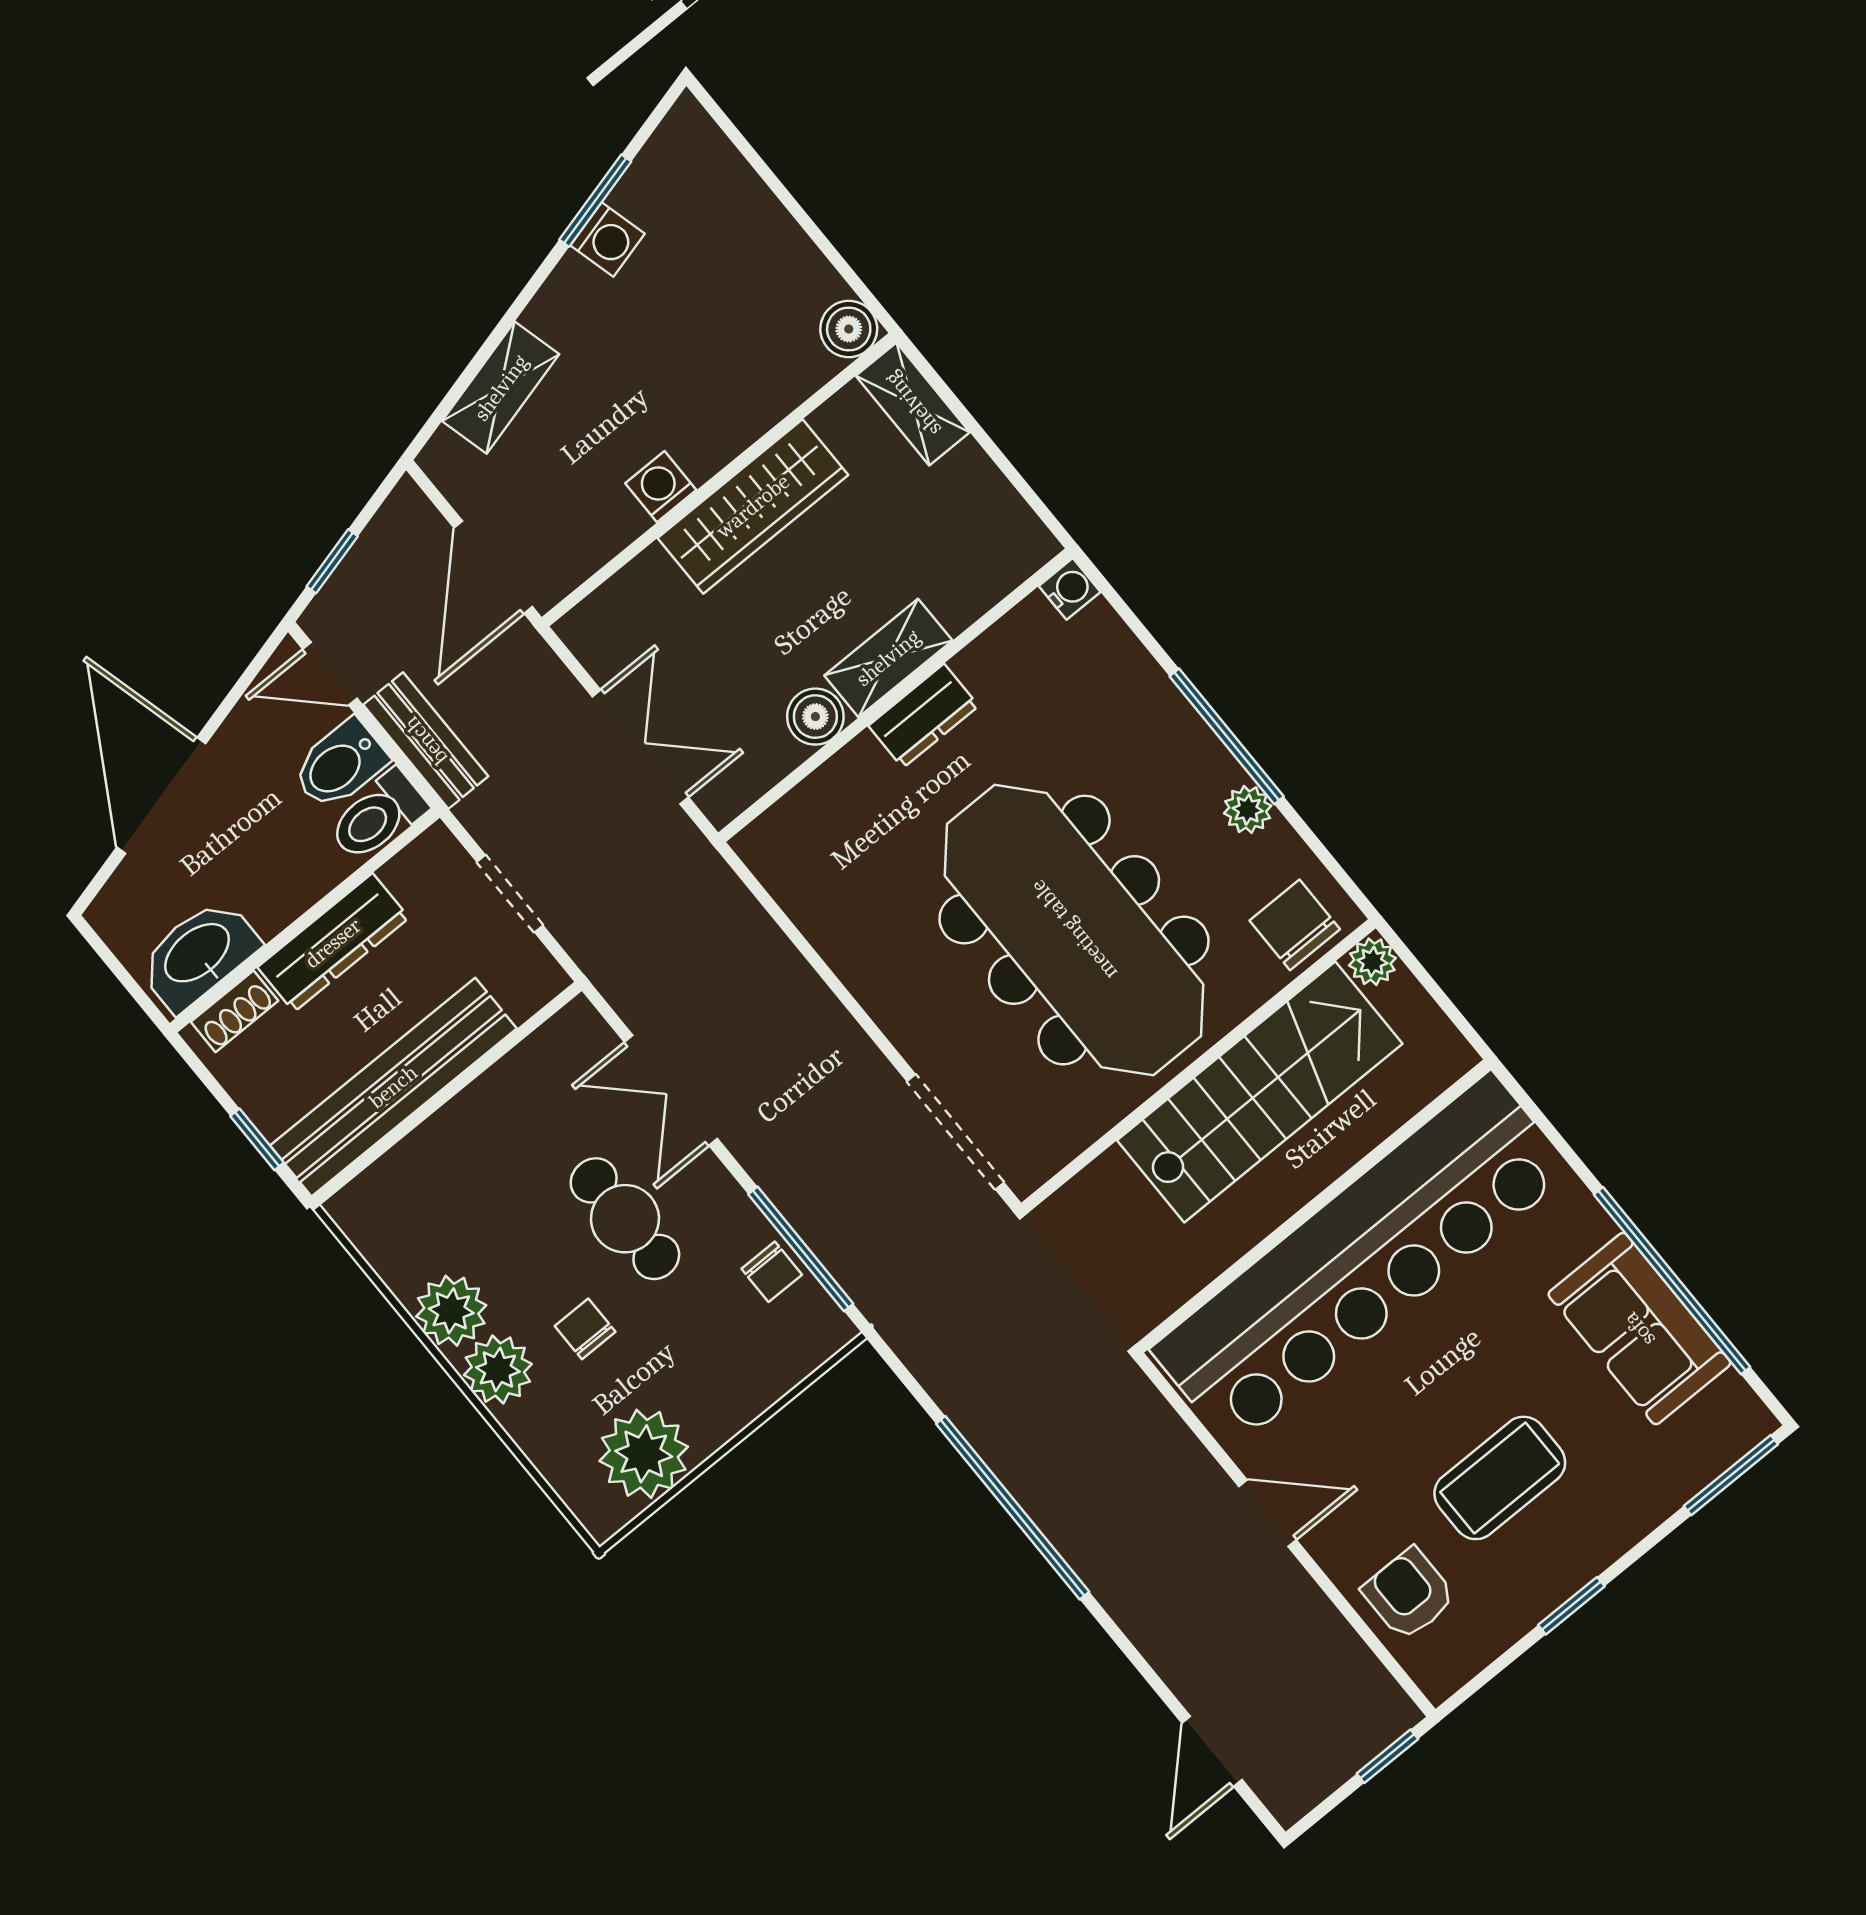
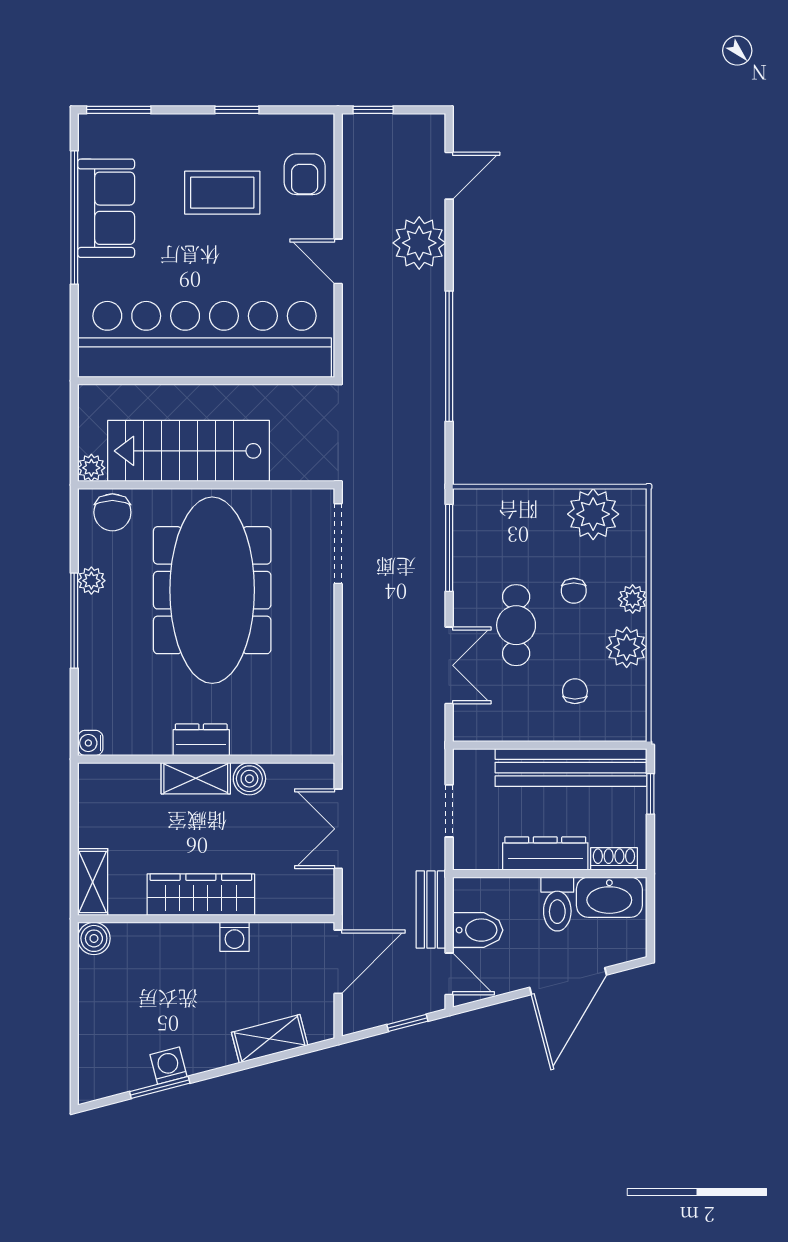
toilet: (378, 816) -> (557, 904), moved, turned 90
chair: (772, 1272) -> (575, 691), moved
plant: (498, 1370) -> (633, 599), width x0.73, depth x0.73
plant: (1178, 1628) -> (419, 243), added

